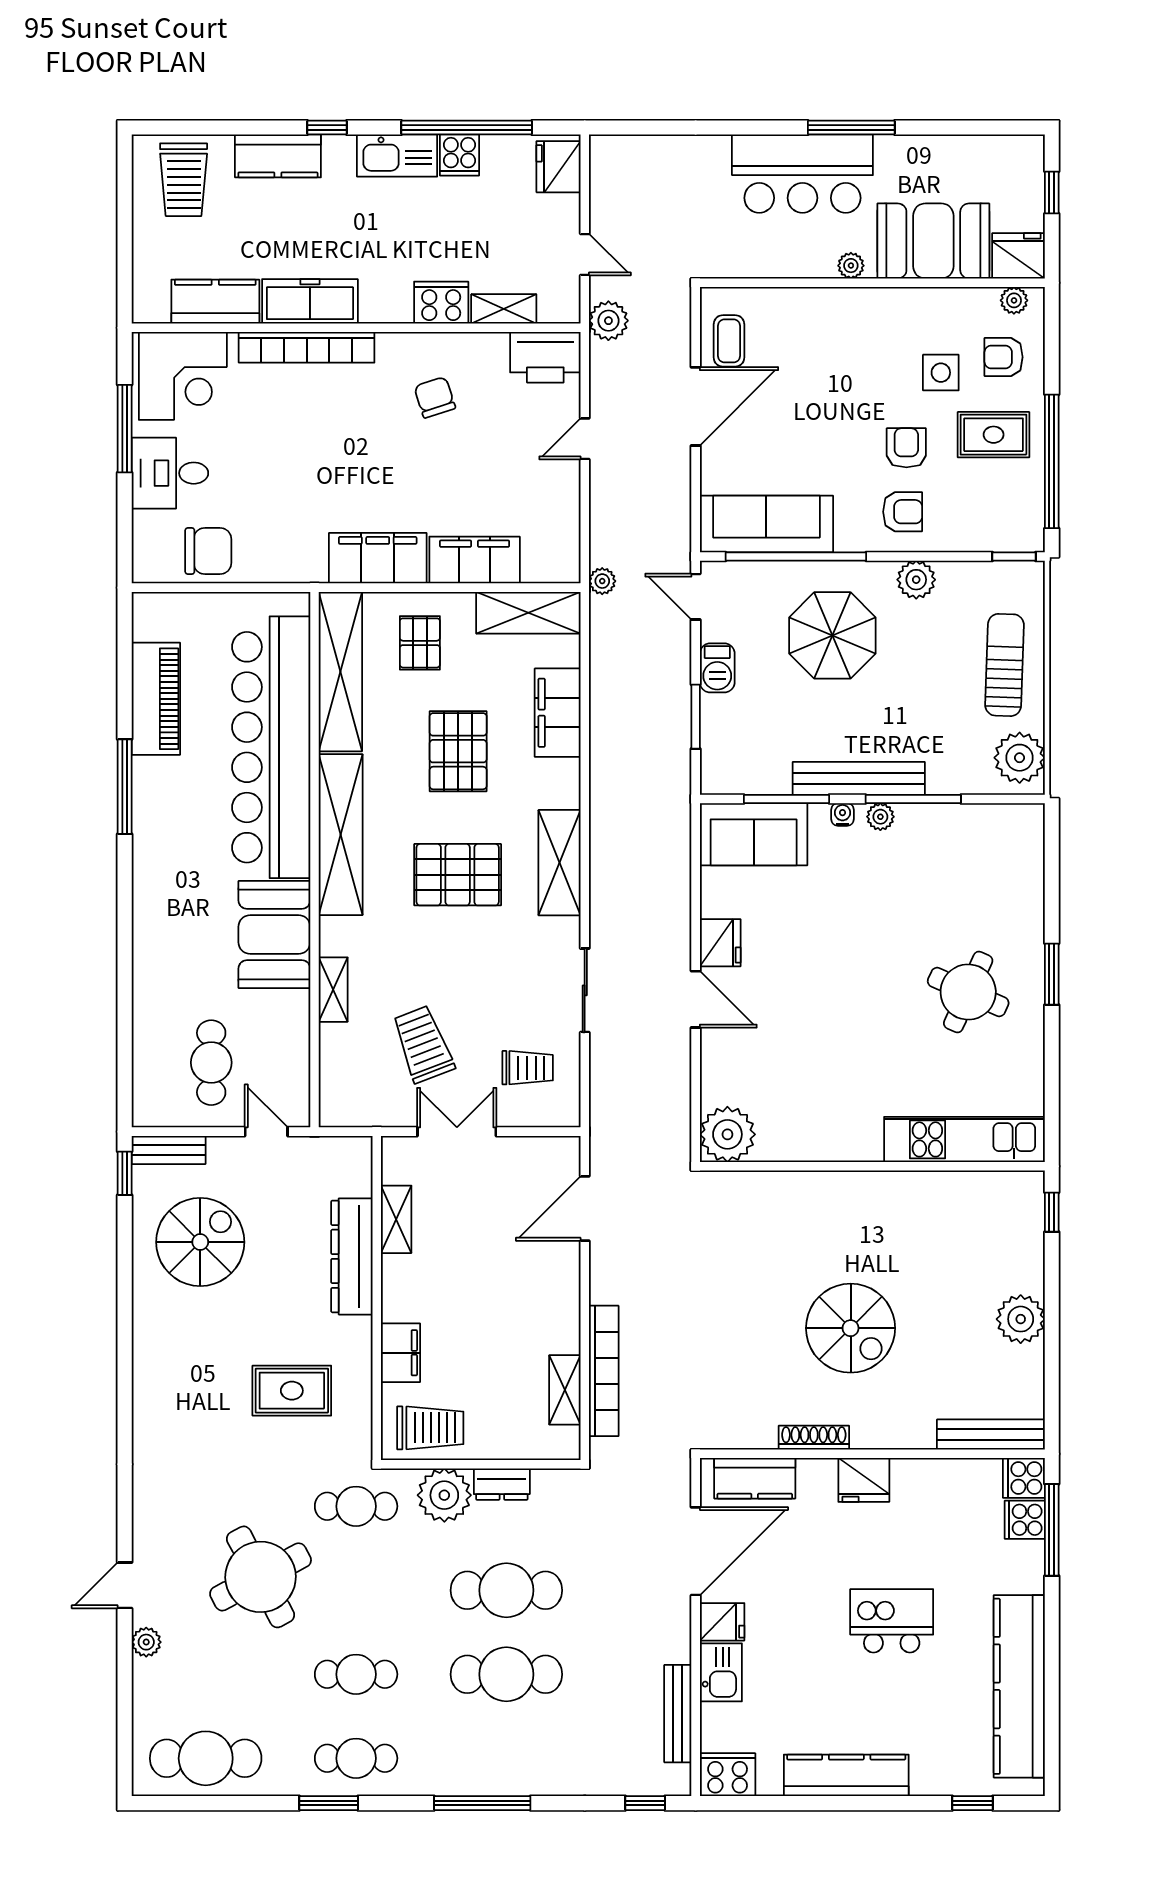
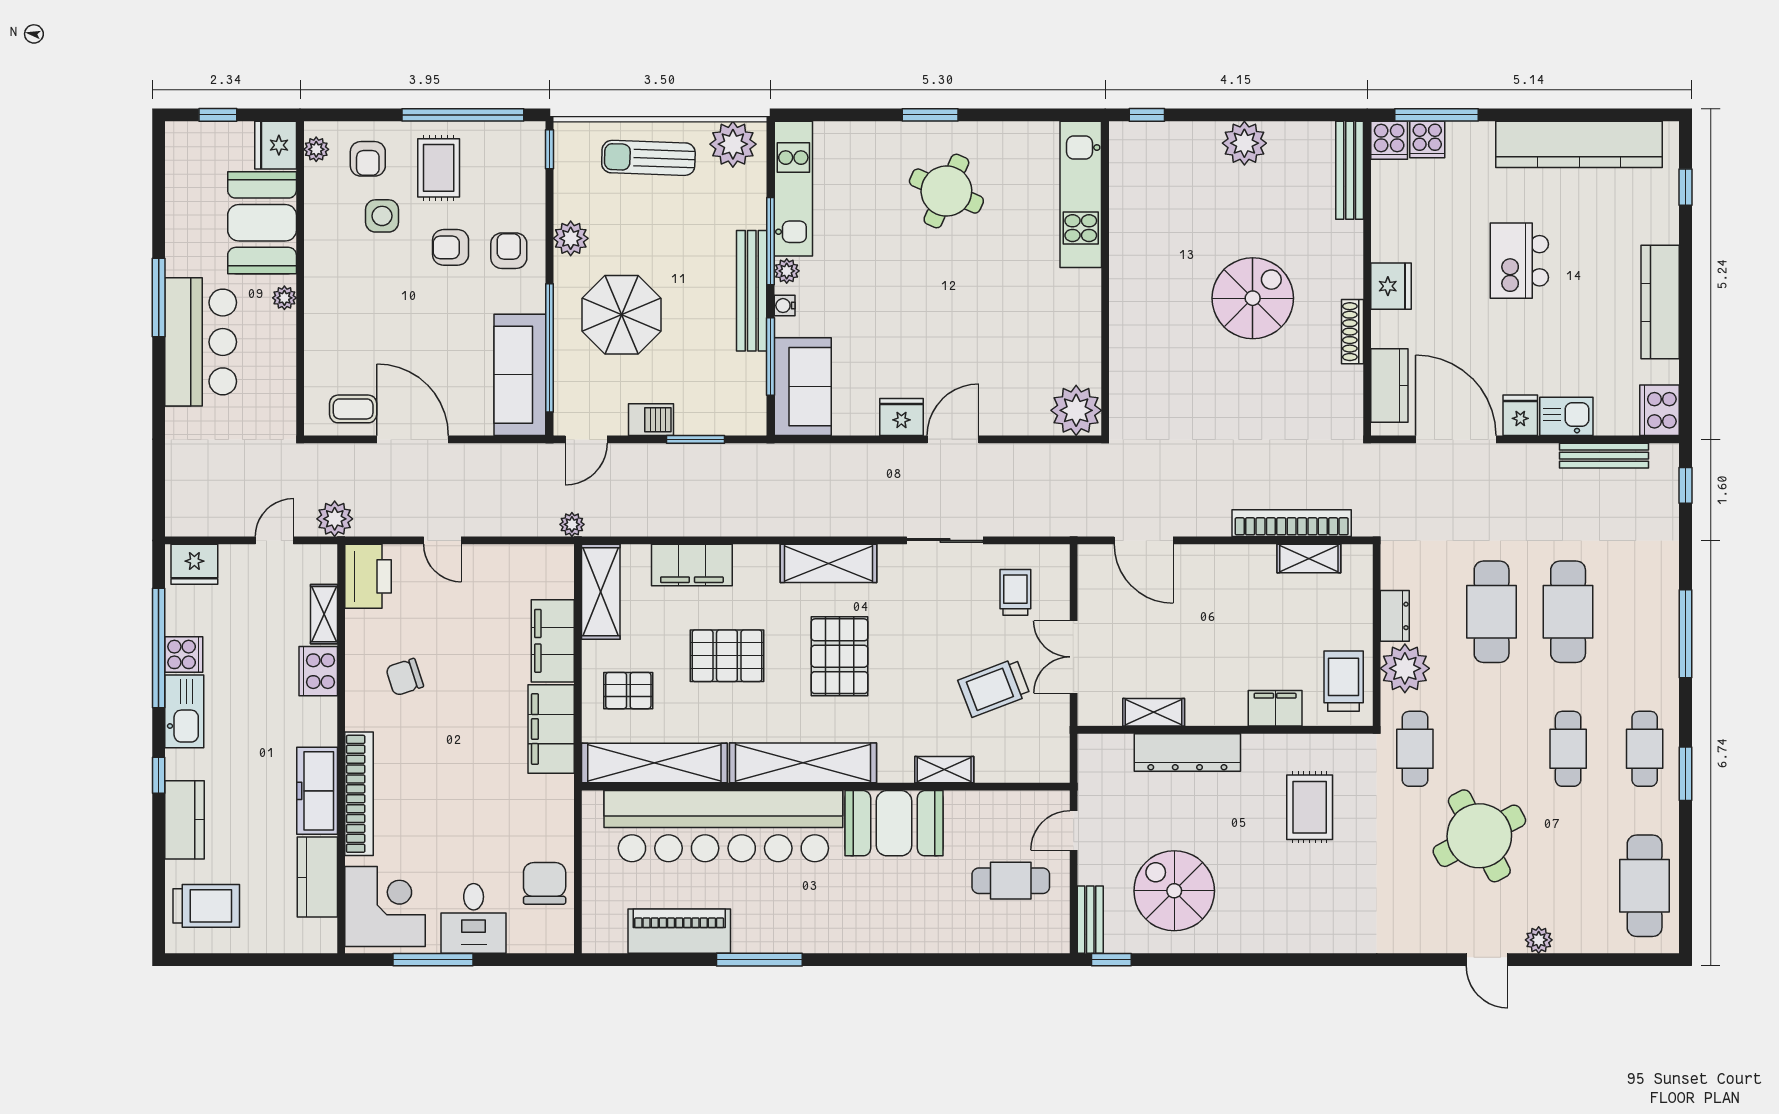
kitchen unit: (971, 824) -> (793, 189), added

